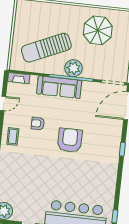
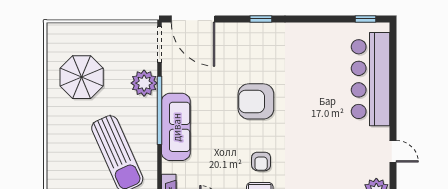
plant: (74, 68) -> (144, 83), moved
armchair: (38, 124) -> (261, 161), moved

